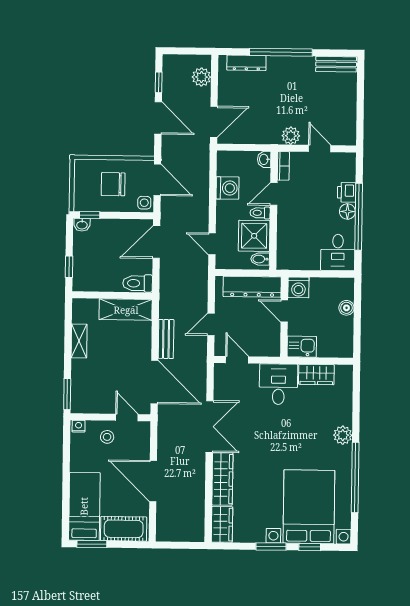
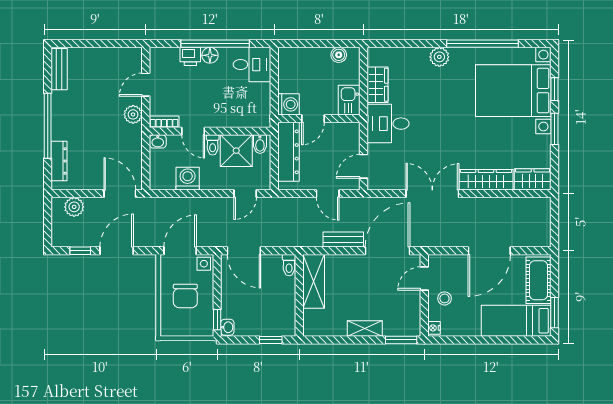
toilet: (138, 283) -> (289, 265), width x0.73, depth x0.72
boiler: (346, 308) -> (339, 55), moved
shelving: (79, 341) -> (365, 329), moved

